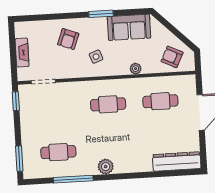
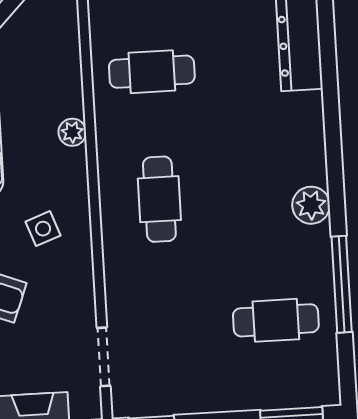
armchair: (172, 57) -> (44, 43), removed
cafe table: (160, 101) -> (152, 72), turned 90
cafe table: (58, 152) -> (276, 320), turned 90

